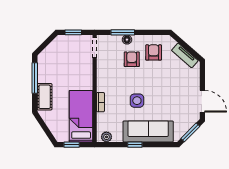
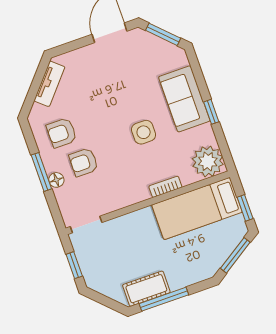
window: (123, 32) -> (41, 172), moved
cot: (45, 97) -> (146, 289), moved
window: (46, 129) -> (235, 255), added
sofa: (148, 131) -> (184, 99), width x0.73
plant: (106, 137) -> (208, 161), width x1.87, depth x1.87

